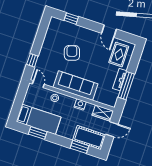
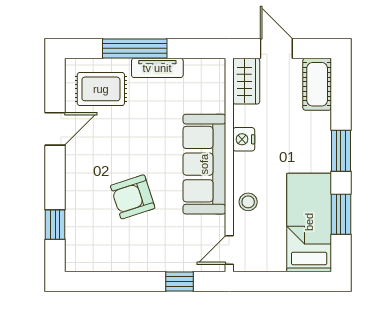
window: (126, 86) -> (135, 48), moved
cot: (89, 138) -> (317, 84), width x0.73, depth x0.75
window: (79, 147) -> (341, 151), moved

